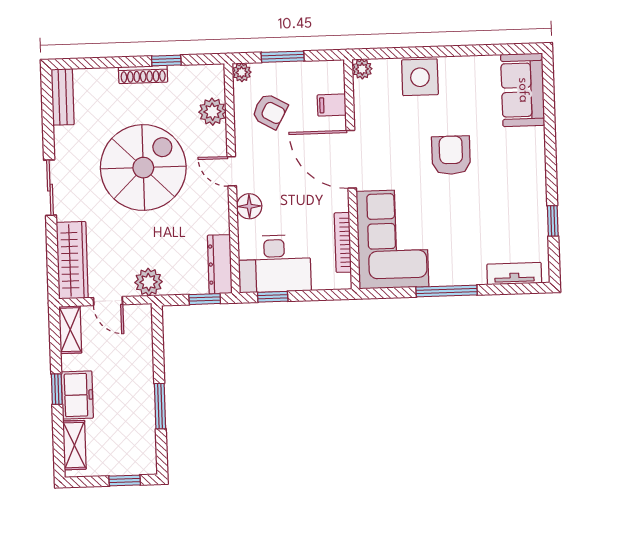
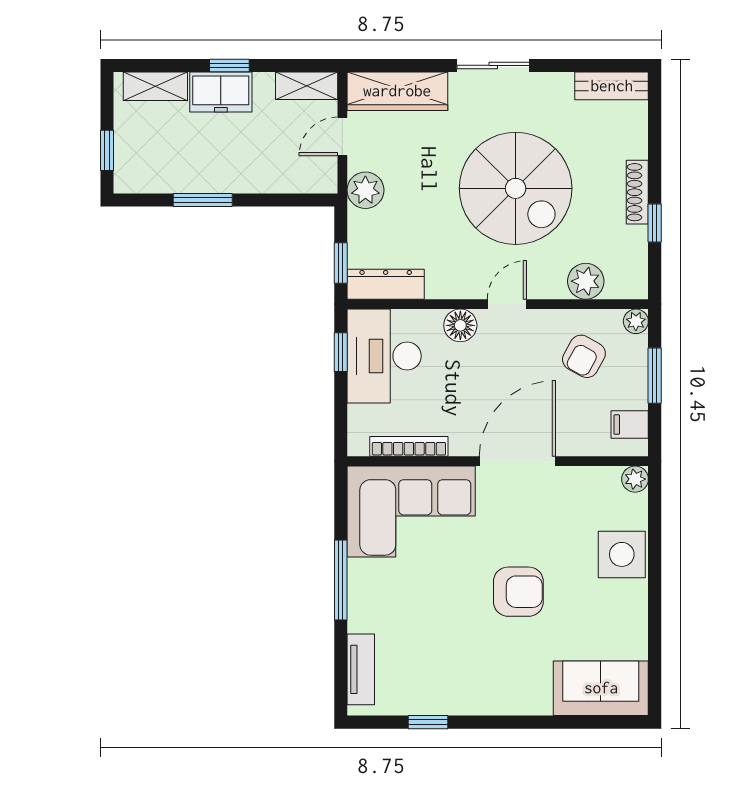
filing cabinet: (332, 105) -> (630, 425), moved, turned -90

